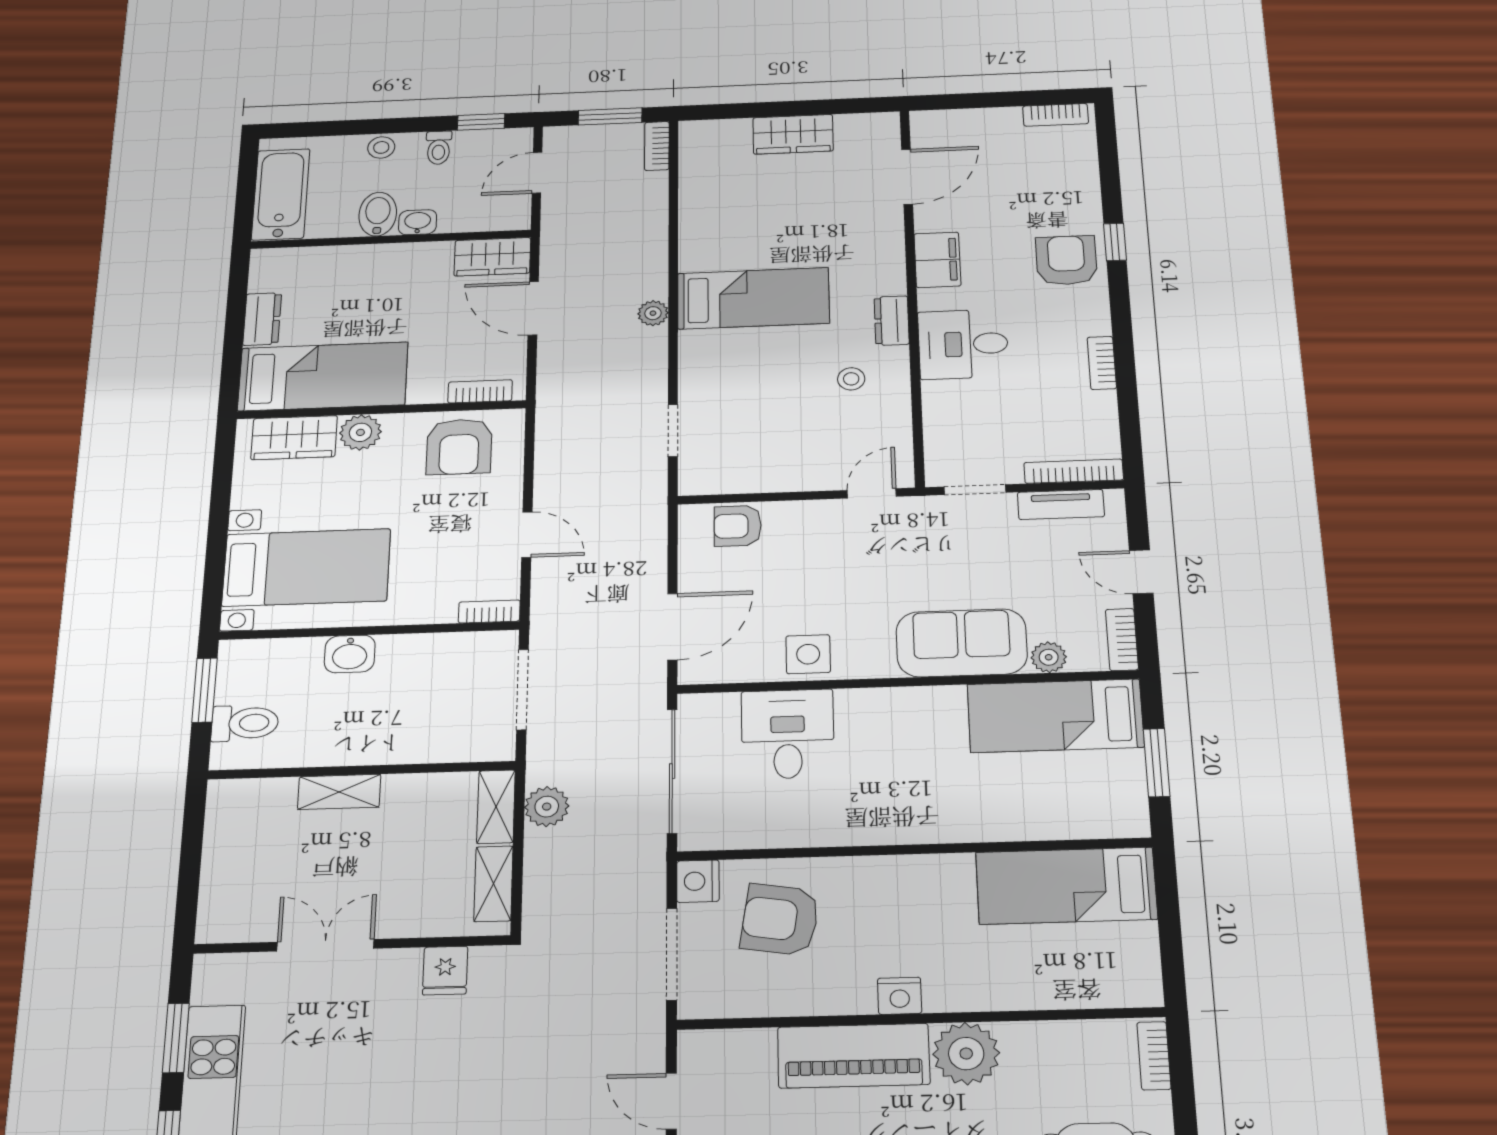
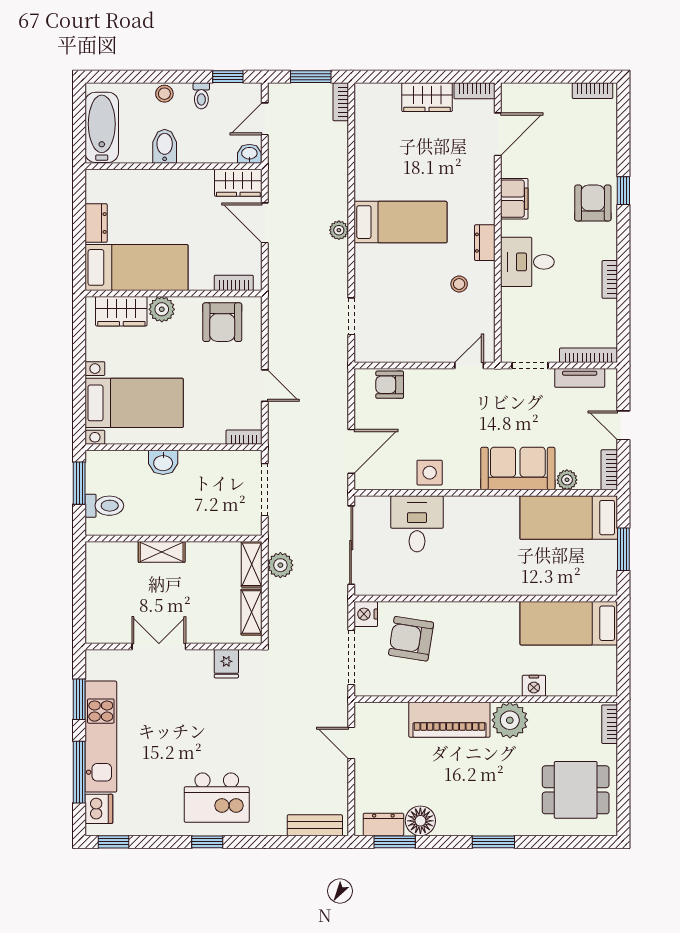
bookcase: (868, 123) -> (474, 91), added
washbasin: (418, 222) -> (249, 154), moved
nightstand: (900, 996) -> (534, 686), moved

